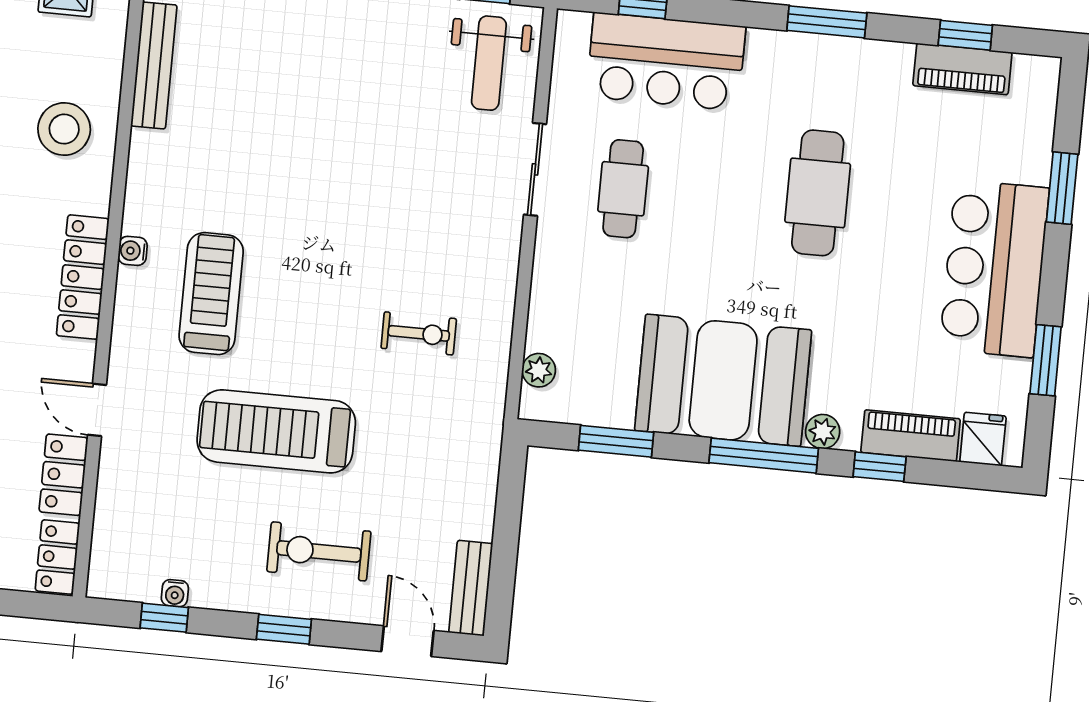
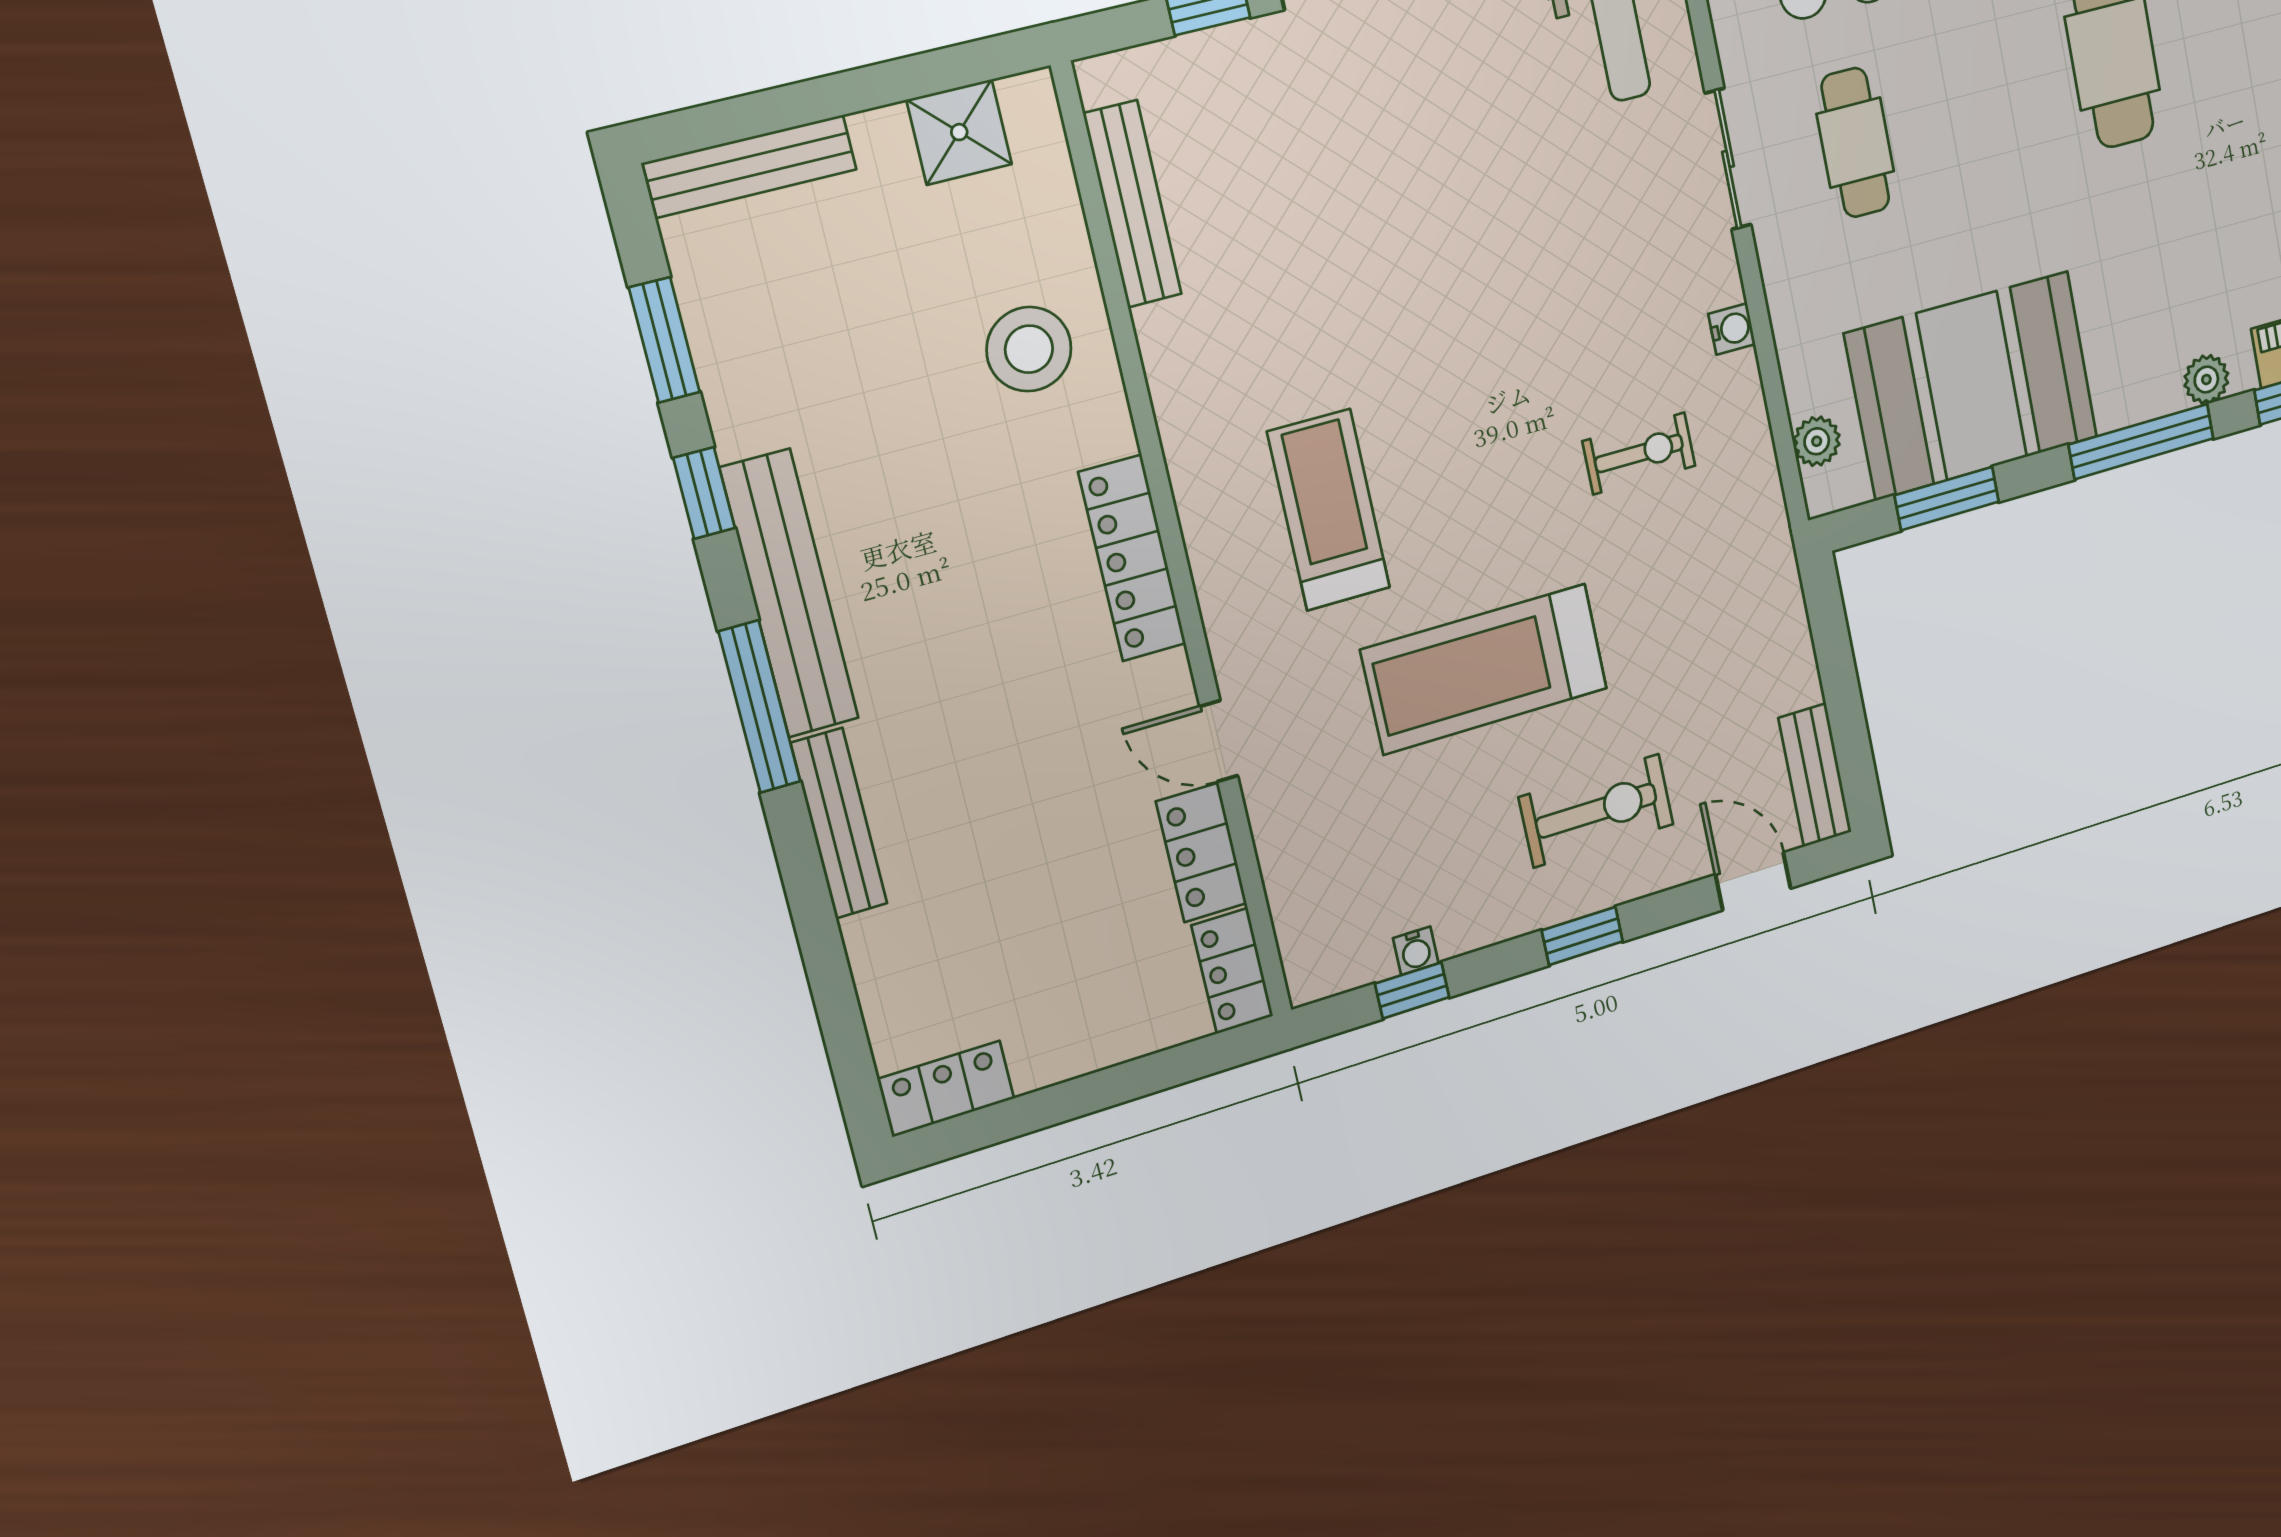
water cooler: (133, 251) -> (1732, 329), moved, turned 180
booth: (723, 380) -> (1972, 386), moved
exercise bike: (319, 551) -> (1596, 811), turned 180

